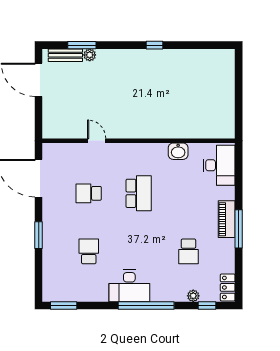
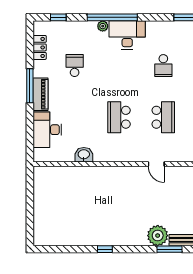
plant: (90, 55) -> (158, 236), width x1.87, depth x1.87
desk: (219, 165) -> (47, 130), moved
school desk: (89, 193) -> (163, 117), width x1.85
locker: (228, 287) -> (40, 47), moved
plant: (193, 296) -> (103, 26), moved

